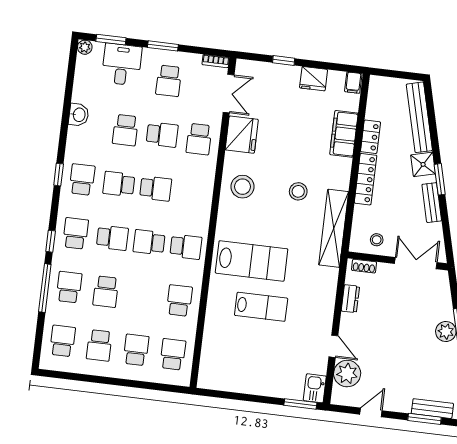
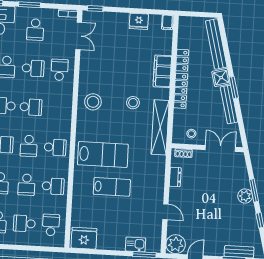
window: (284, 61) -> (95, 9), moved
filing cabinet: (344, 134) -> (162, 71), moved
fridge: (242, 135) -> (84, 238), moved, turned -90
school desk: (199, 139) -> (60, 70), turned 180
bench: (432, 203) -> (229, 104), width x1.36
school desk: (149, 242) -> (29, 146), turned -90
school desk: (143, 296) -> (27, 185), added
school desk: (179, 300) -> (53, 186), turned 90
school desk: (136, 350) -> (24, 223), turned -90
plant: (347, 374) -> (176, 244), moved
kitchen sink: (315, 388) -> (136, 244), moved, turned 90

